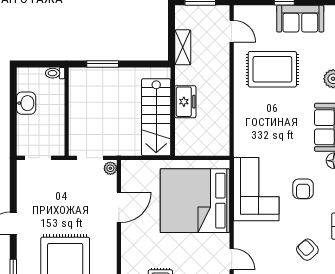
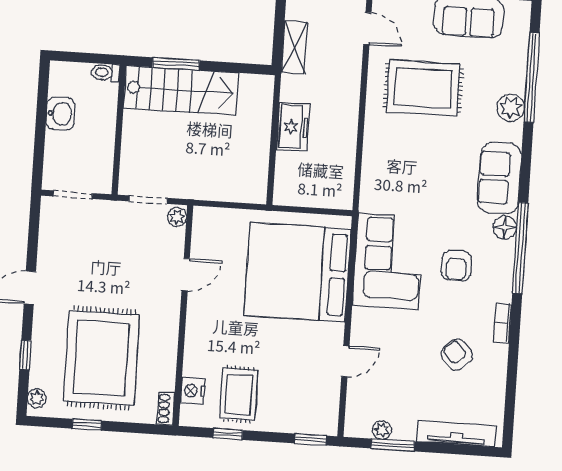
stairs: (156, 117) -> (181, 90), moved, turned -90
door: (119, 207) -> (186, 275), width x0.73
door: (232, 259) -> (345, 361), hinge flipped

